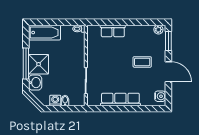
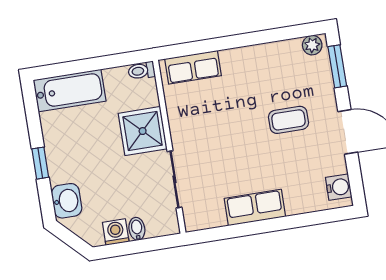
row of seats: (113, 31) -> (193, 67), moved
window: (26, 63) -> (40, 163), width x0.46
shower: (39, 64) -> (143, 131), moved
row of seats: (120, 99) -> (255, 208), width x0.68

